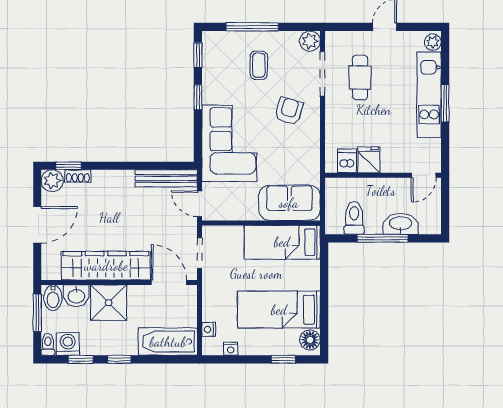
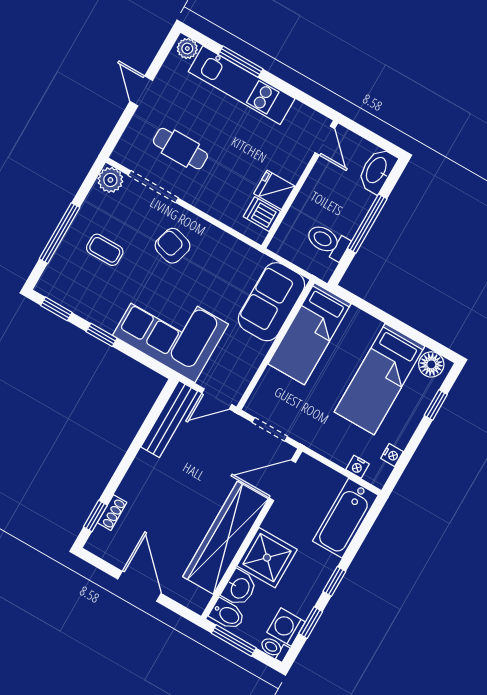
window: (445, 103) -> (241, 62), moved
plant: (52, 181) -> (101, 543), removed
washbasin: (401, 224) -> (377, 170), moved

